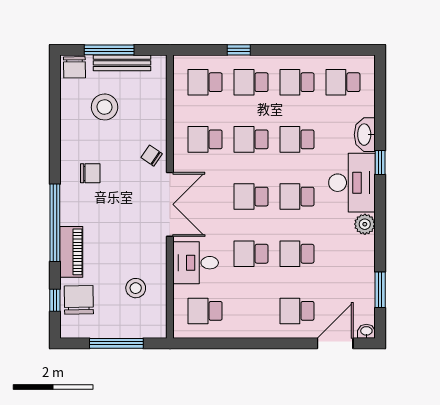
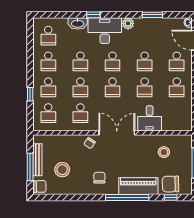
piano: (71, 252) -> (138, 186), width x1.37, depth x1.33
window: (380, 290) -> (152, 15), moved
school desk: (205, 311) -> (177, 87), moved

